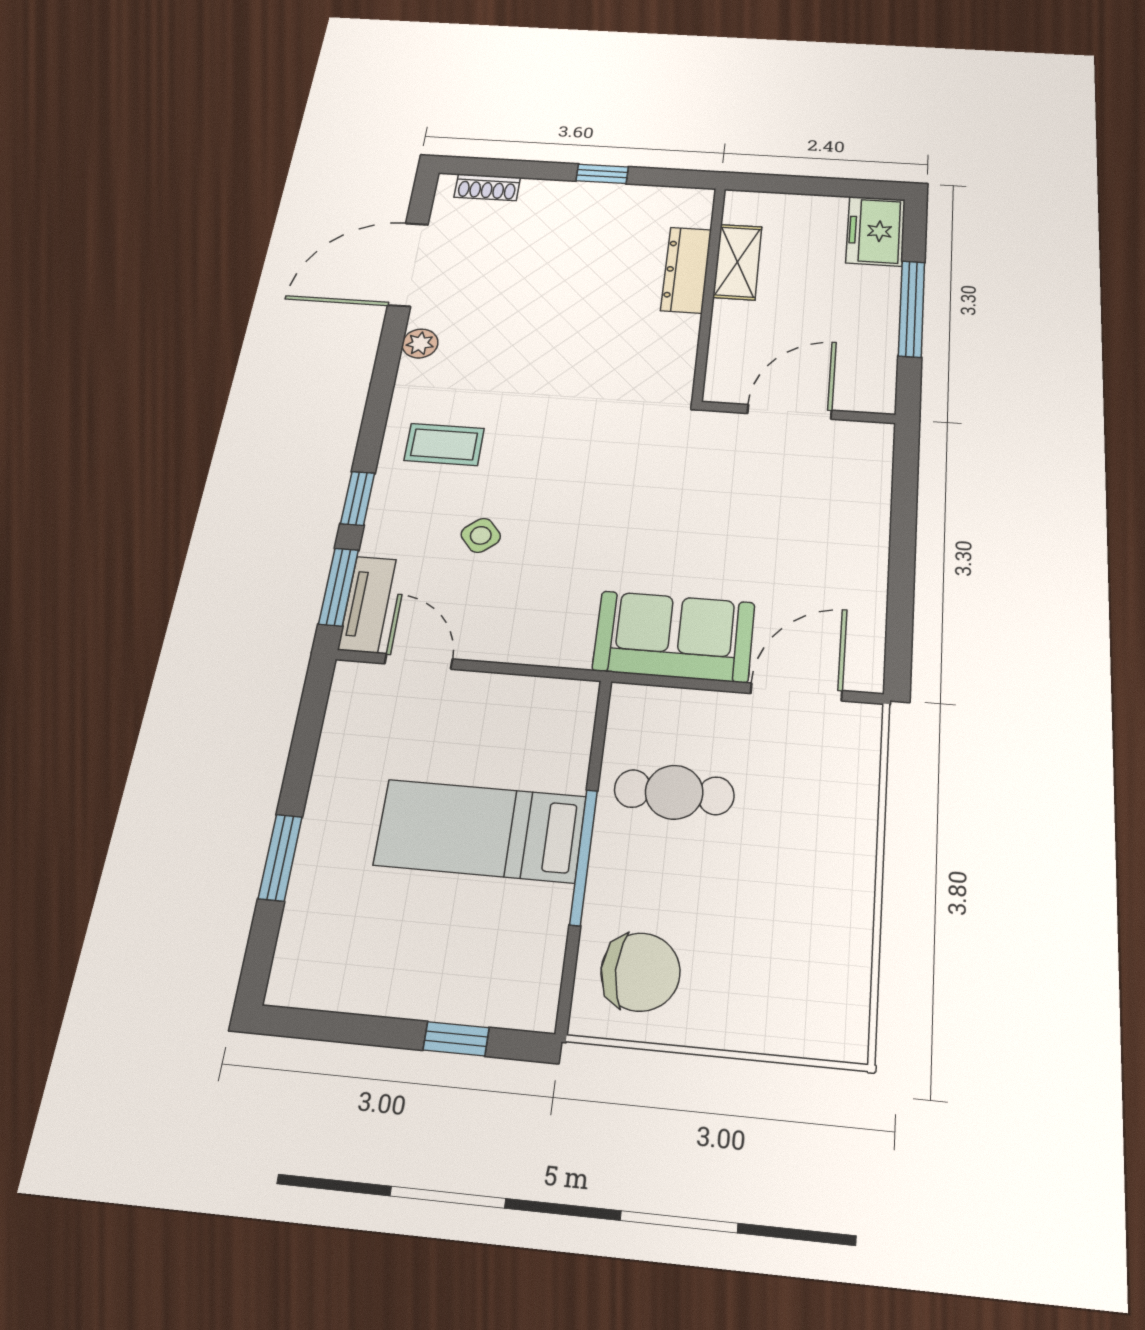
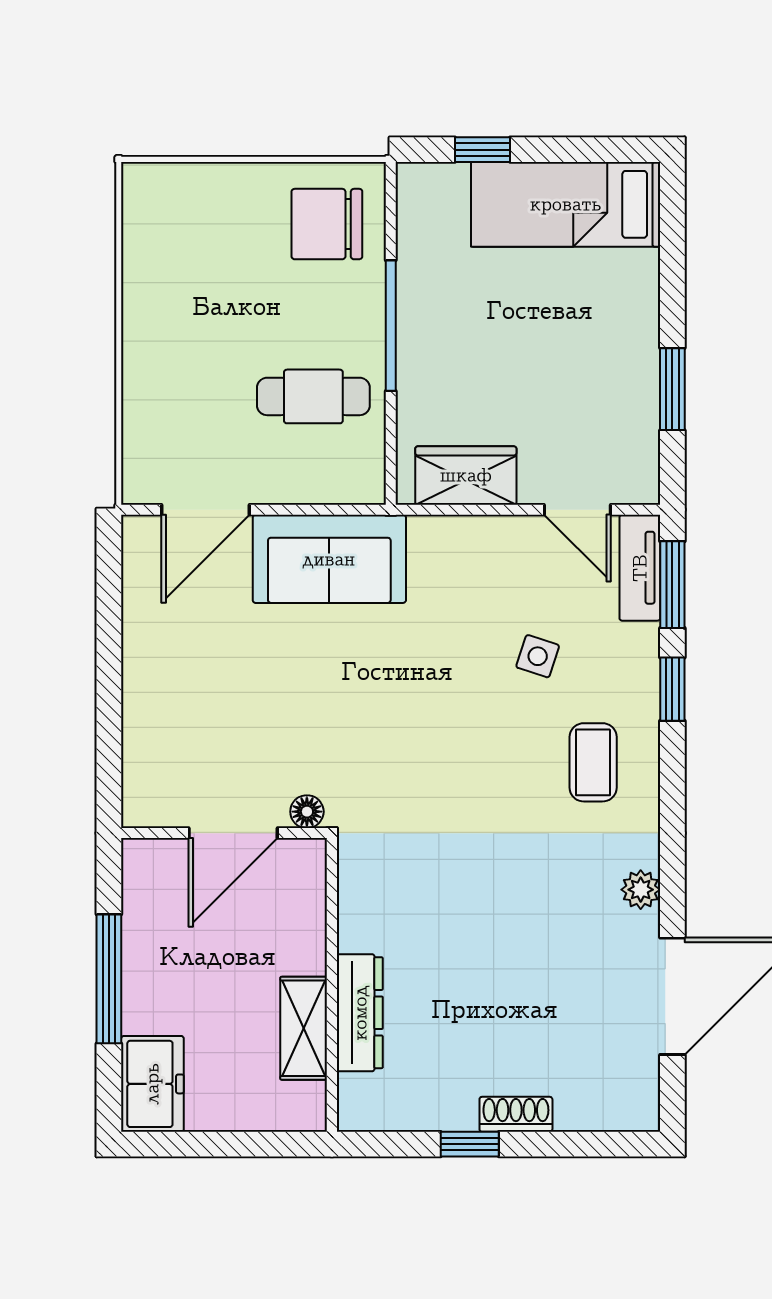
shoe rack: (487, 187) -> (516, 1114), moved
floor lamp: (718, 424) -> (307, 812), added
coffee table: (444, 444) -> (593, 762), turned 90
side table: (481, 535) -> (538, 656), turned -32
wardrobe: (526, 702) -> (466, 475), added
bed: (480, 831) -> (566, 204), moved, turned 180
window: (280, 858) -> (672, 389), moved

